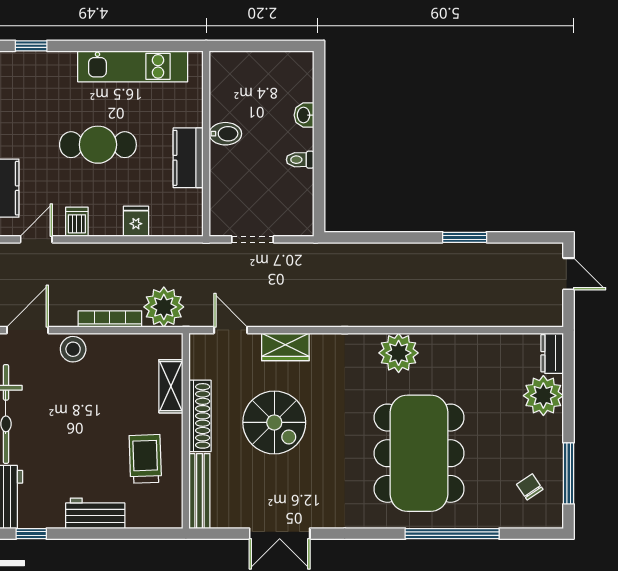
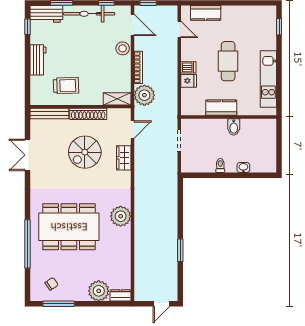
dishwasher: (77, 222) -> (188, 67), moved
shelving: (171, 386) -> (117, 99), moved

